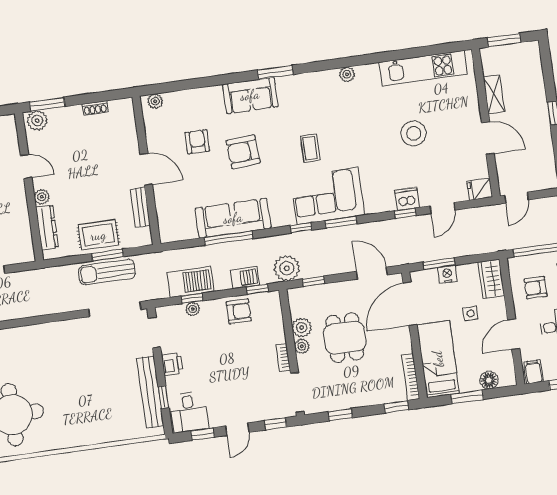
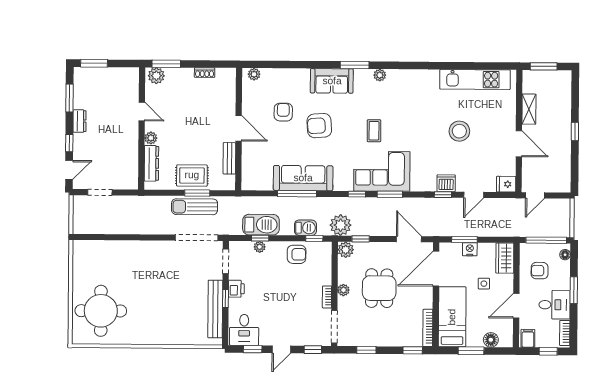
plant: (347, 74) -> (380, 75), moved
plant: (302, 328) -> (346, 250), moved
window: (163, 397) -> (225, 299), moved

